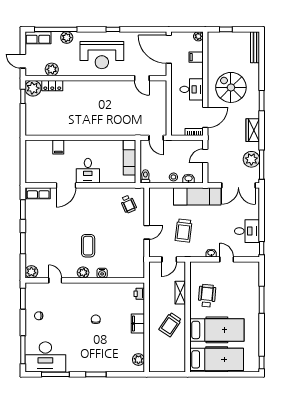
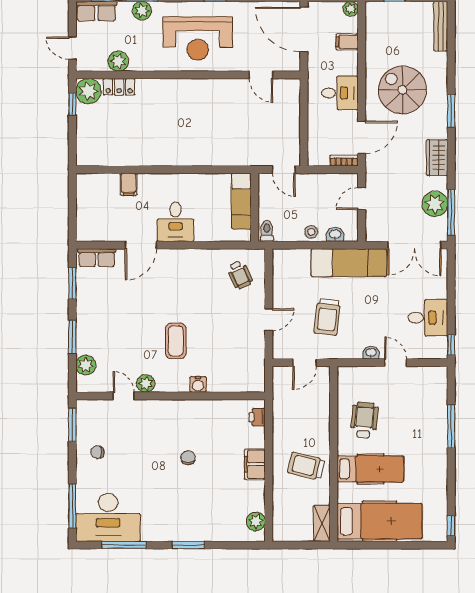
plant: (31, 272) -> (86, 365), moved
plant: (83, 273) -> (146, 383), moved
shelving: (180, 293) -> (322, 523), moved
trolley: (170, 325) -> (306, 466), turned 69
hospital bed: (217, 330) -> (370, 469), width x0.73, depth x0.78

